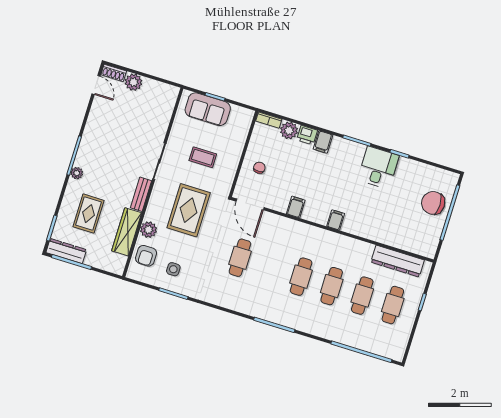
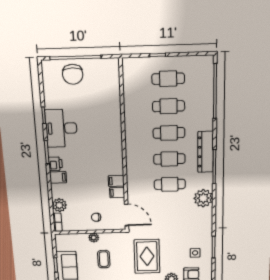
printer: (307, 135) -> (55, 164), moved
plant: (235, 155) -> (94, 238), added
desk: (378, 168) -> (61, 128), width x1.37
door: (250, 204) -> (127, 215), hinge flipped
rug: (189, 210) -> (147, 256), turned 90
filing cabinet: (336, 220) -> (117, 193), moved
cafe table: (240, 258) -> (170, 184), moved
dresser: (398, 261) -> (206, 152), moved, turned 180
plant: (240, 300) -> (203, 198), added

